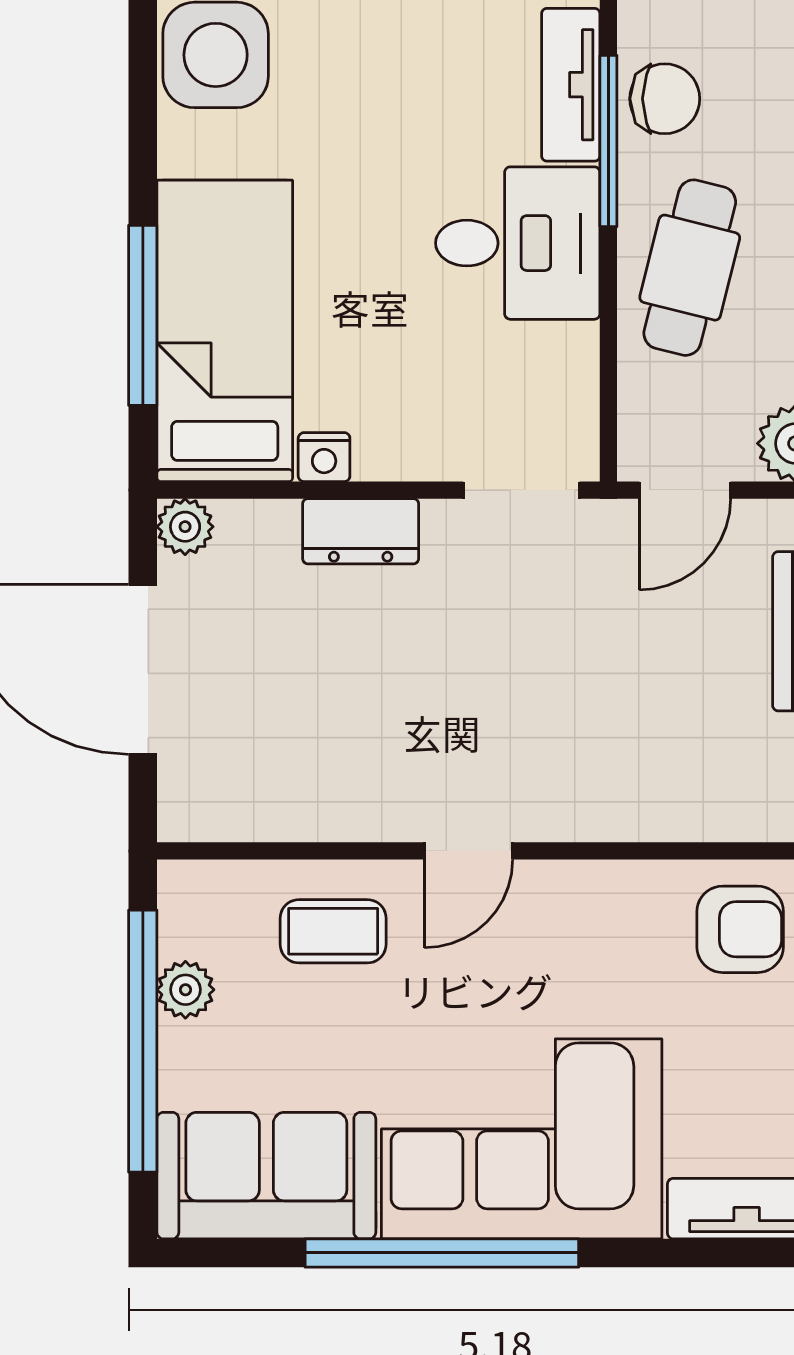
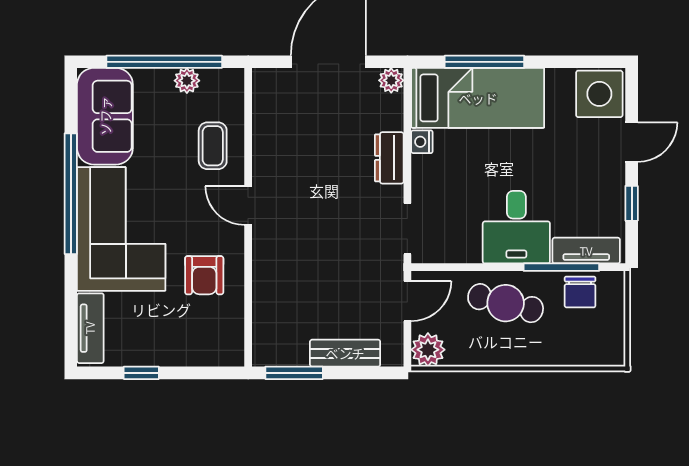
door: (685, 490) -> (407, 301), swing flipped
armchair: (740, 929) -> (204, 275), moved

